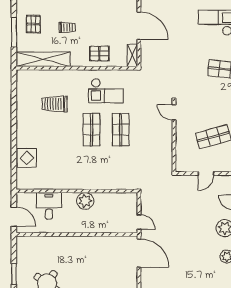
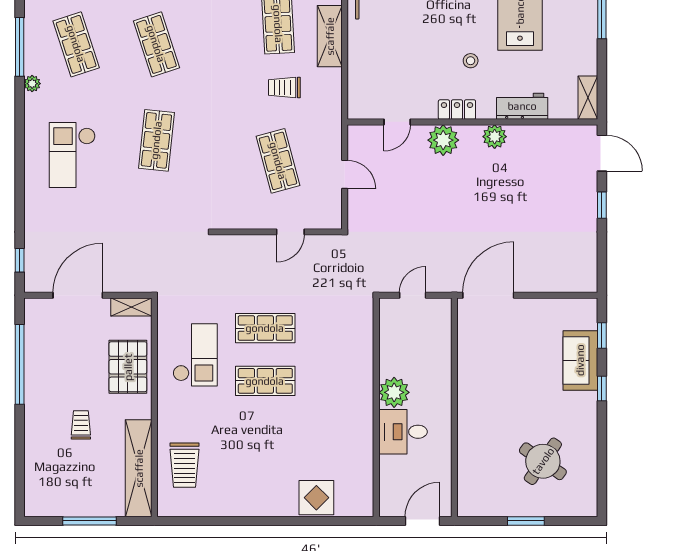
pallet: (33, 24) -> (75, 486), removed
pallet: (99, 53) -> (128, 367), width x1.50, depth x1.42
trolley: (55, 104) -> (185, 465), moved
door: (174, 112) -> (290, 232), moved
desk: (49, 206) -> (403, 432), moved
door: (139, 222) -> (413, 295), moved

